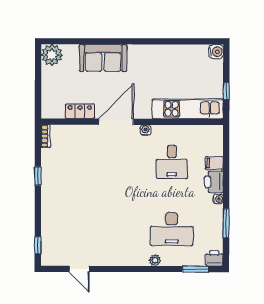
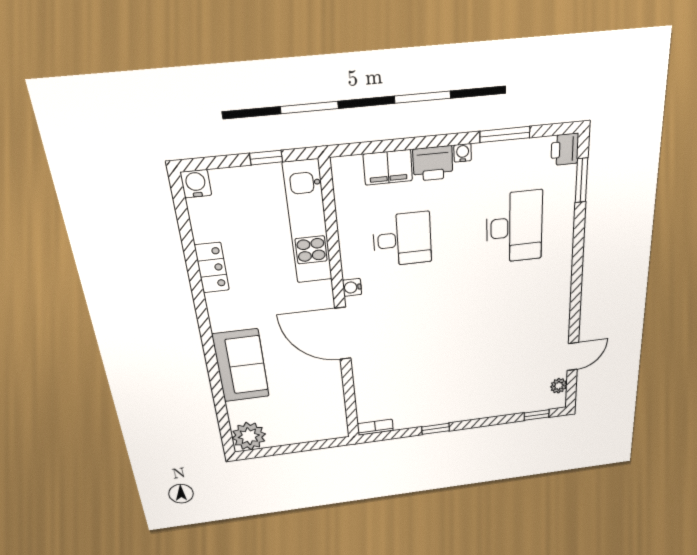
locker: (80, 111) -> (212, 268), moved, turned 180
filing cabinet: (214, 163) -> (388, 167), width x2.00
plant: (155, 260) -> (559, 386), moved

